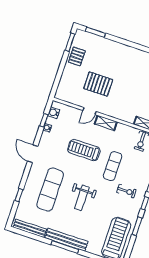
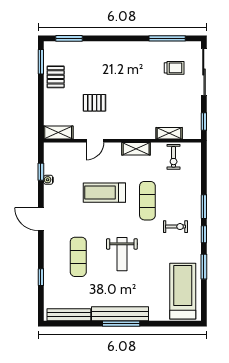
pallet: (98, 84) -> (94, 103), width x0.67, depth x0.71
shelving: (66, 97) -> (58, 132), added
water cooler: (54, 113) -> (50, 158), removed
shelving: (106, 123) -> (136, 149), moved
exercise mat: (50, 189) -> (78, 257), width x0.73, depth x0.69

